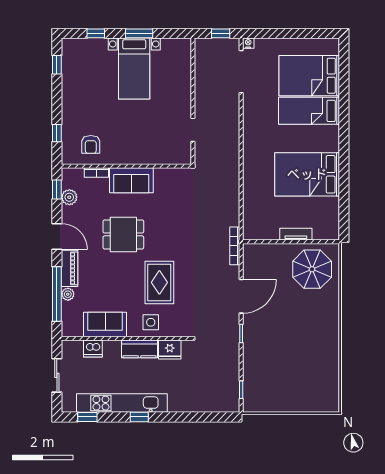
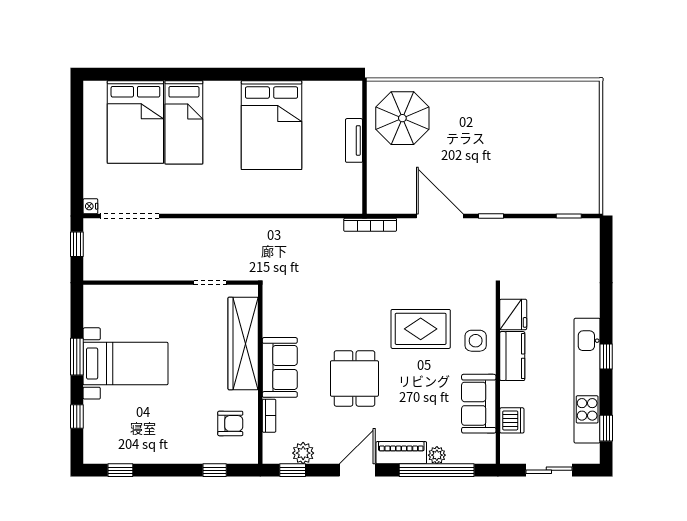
wardrobe: (149, 154) -> (243, 343), added

